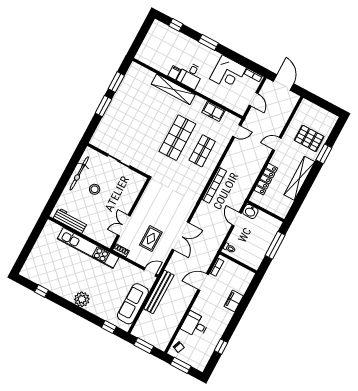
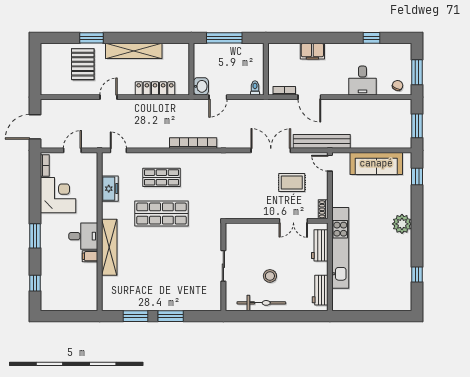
door: (277, 144) -> (109, 97), swing flipped
workbench: (70, 221) -> (320, 290), width x0.73
workbench: (97, 235) -> (320, 245), added
bench: (159, 292) -> (322, 141), moved

